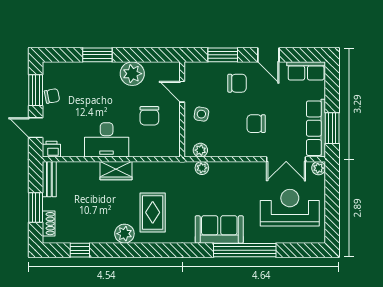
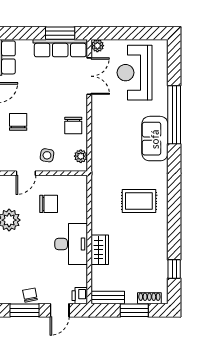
chair: (256, 124) -> (73, 125), moved
plant: (202, 168) -> (97, 155), removed
wardrobe: (116, 171) -> (100, 250), moved
plant: (124, 234) -> (159, 227), removed

